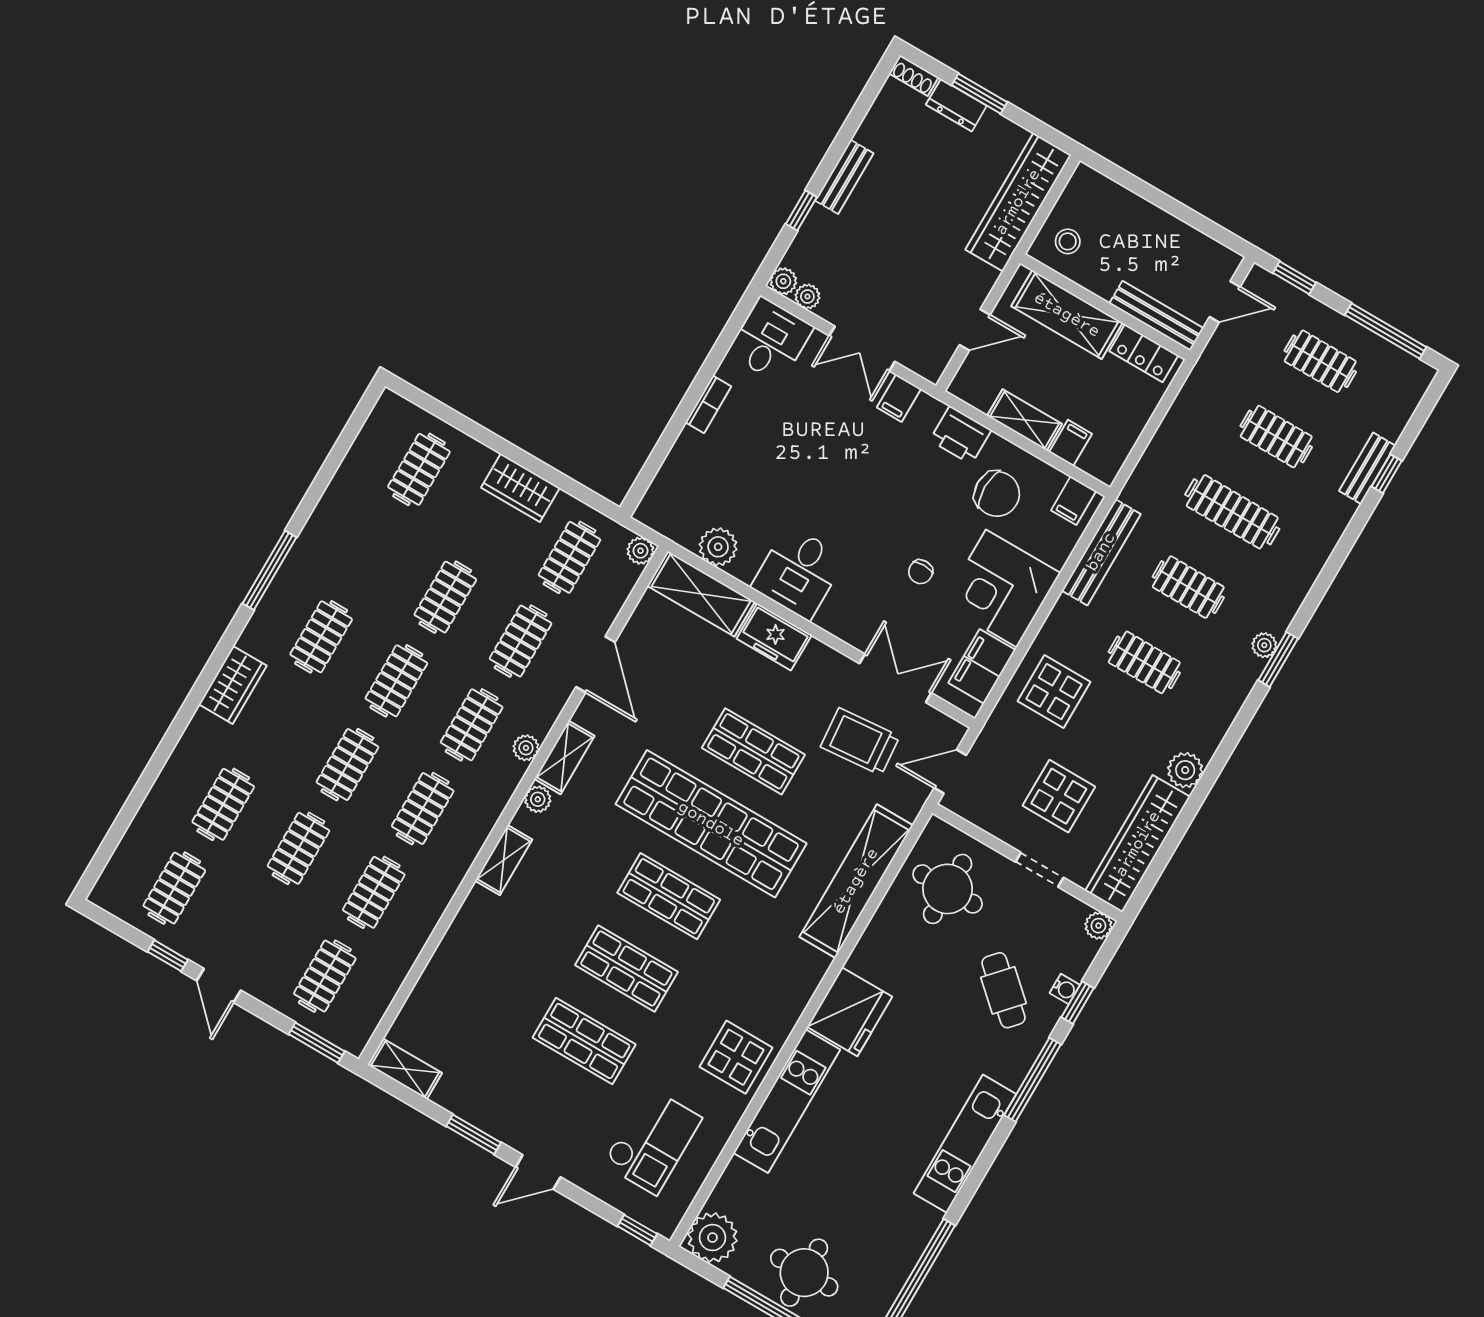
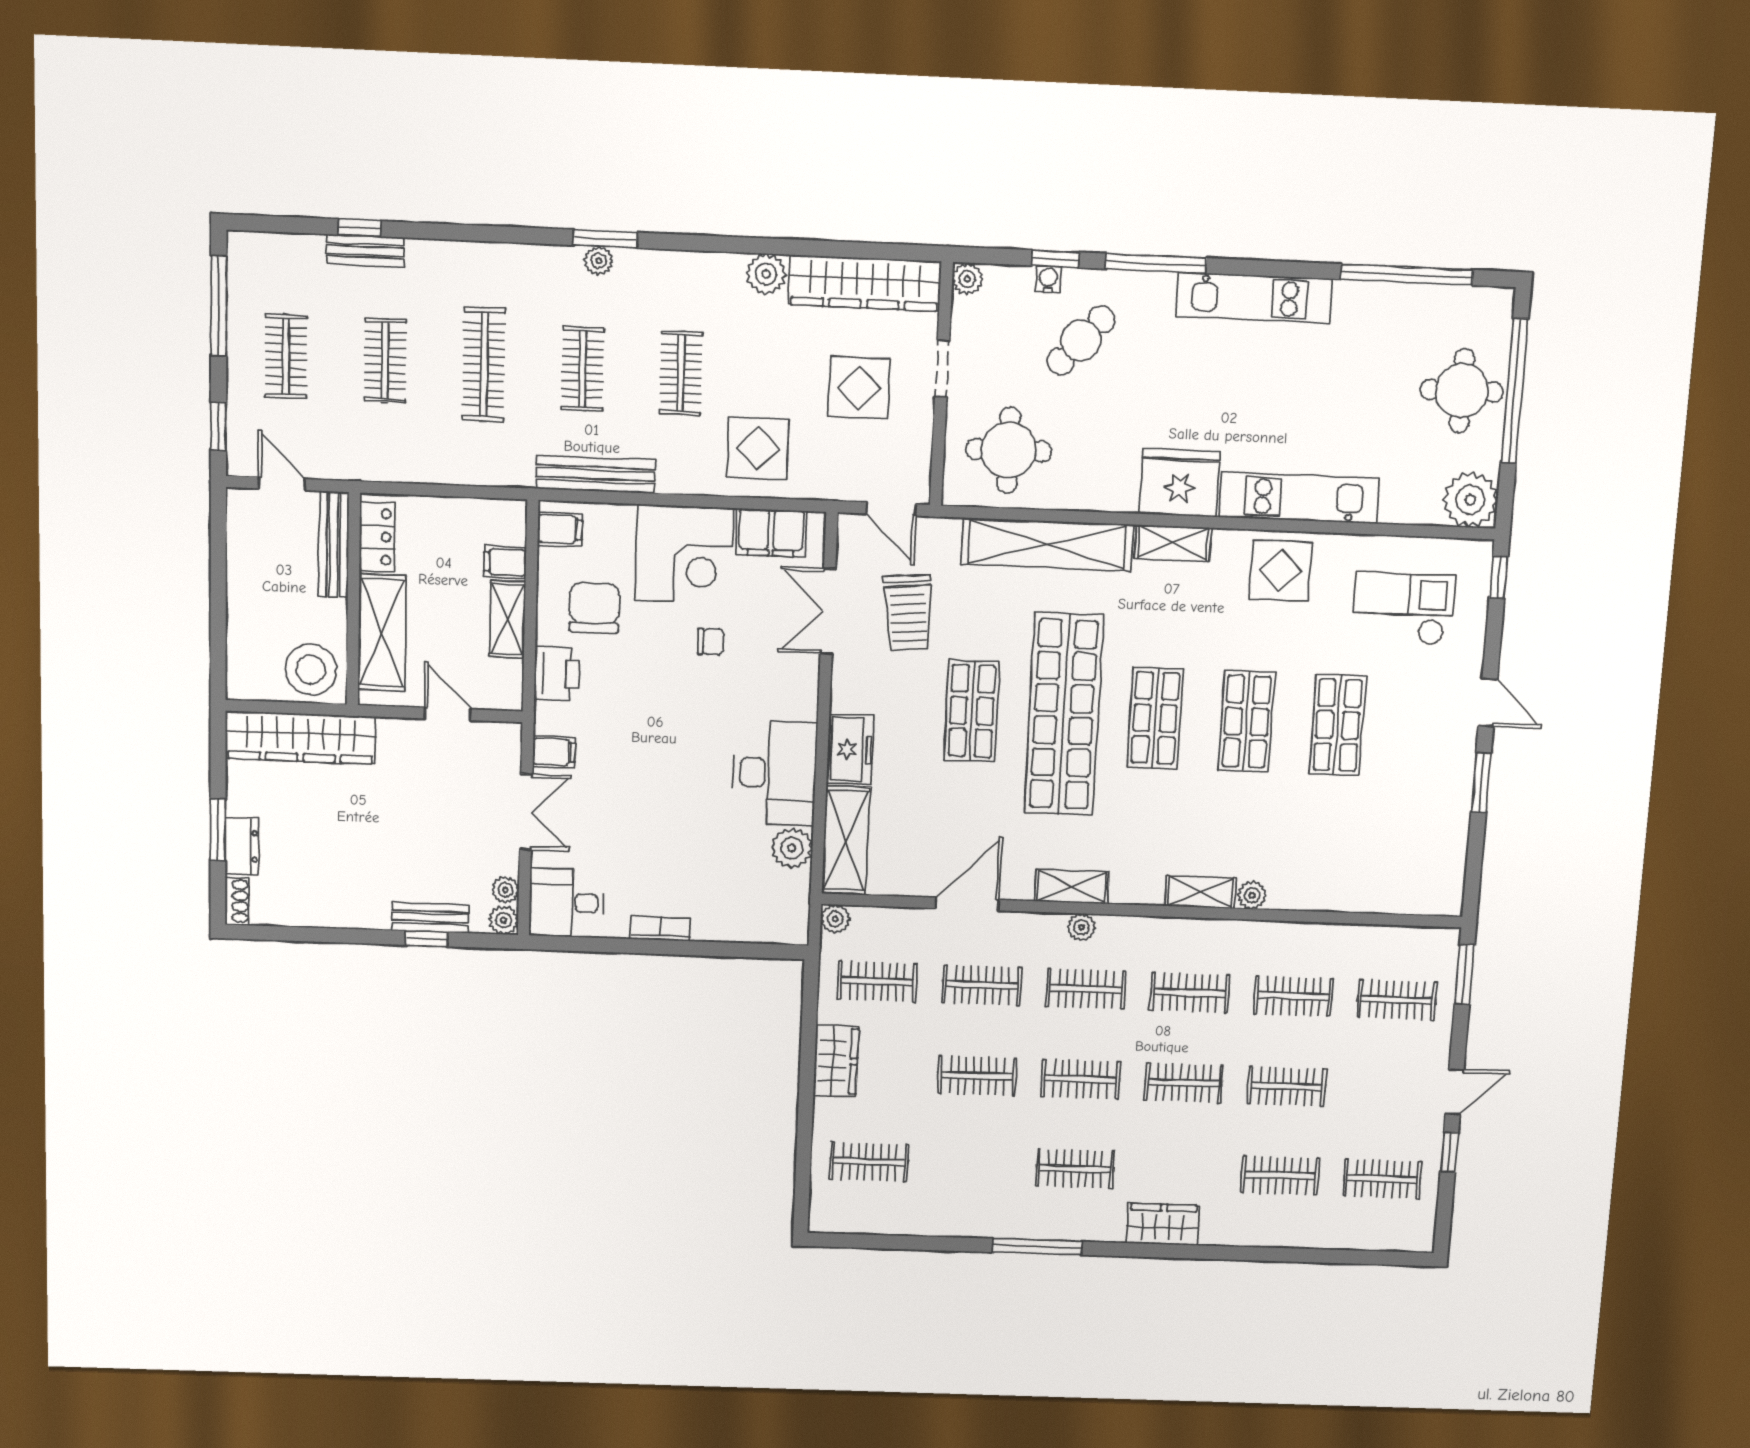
bench: (844, 177) -> (430, 918), moved
stool: (1068, 241) -> (311, 670), width x1.89, depth x1.89
desk: (798, 572) -> (775, 773), width x1.37
plant: (538, 799) -> (1252, 895), moved
shelving: (405, 1069) -> (1173, 543), moved, turned 90

